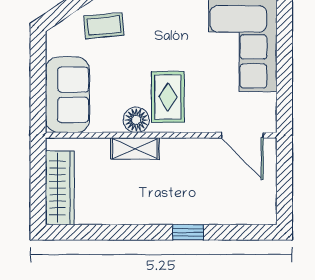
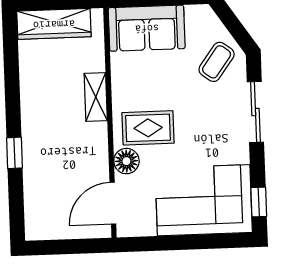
coffee table: (104, 26) -> (217, 62), turned 41
floor lamp: (136, 120) -> (126, 161), moved

